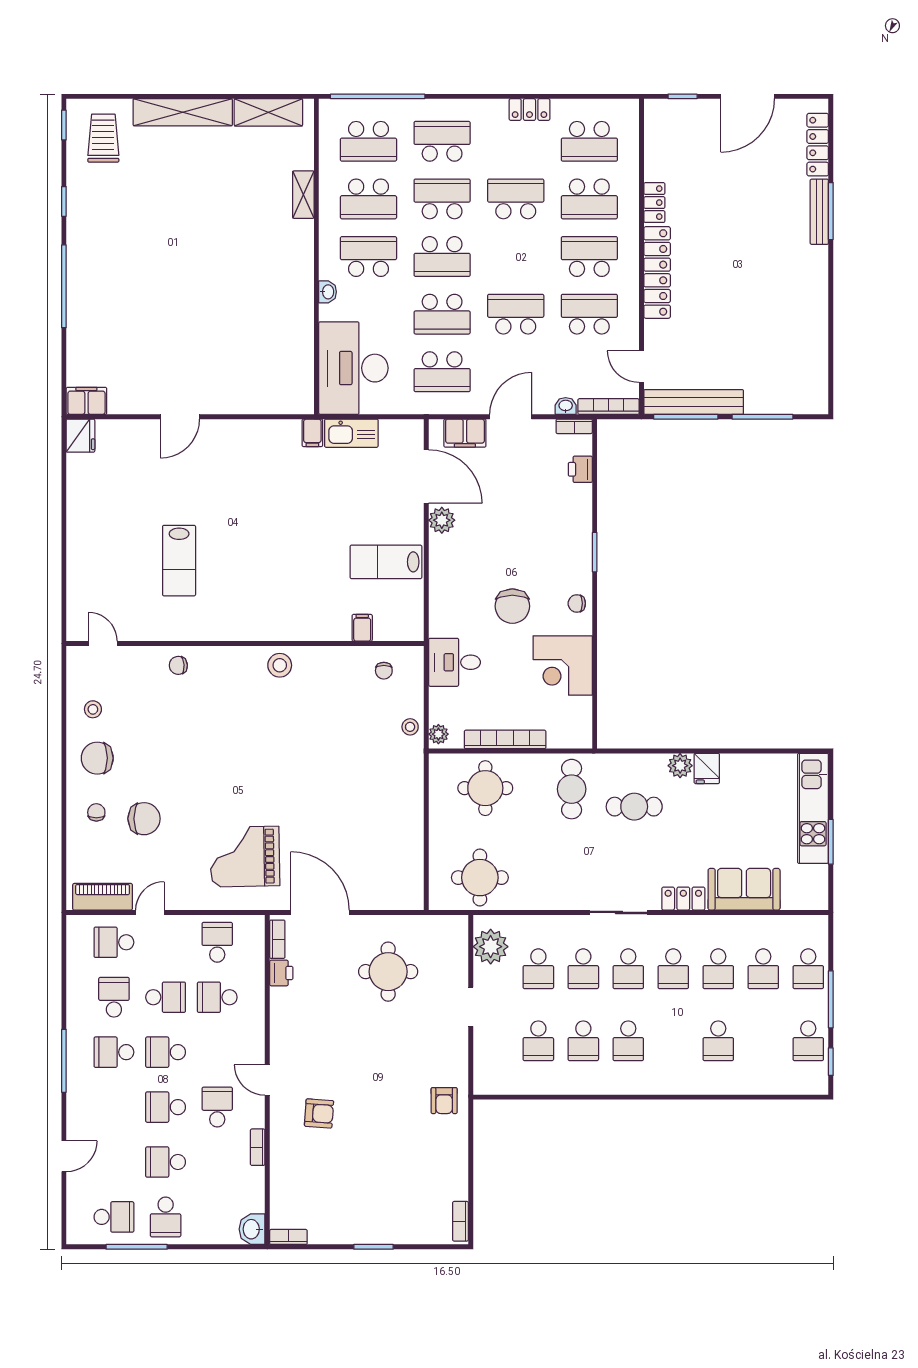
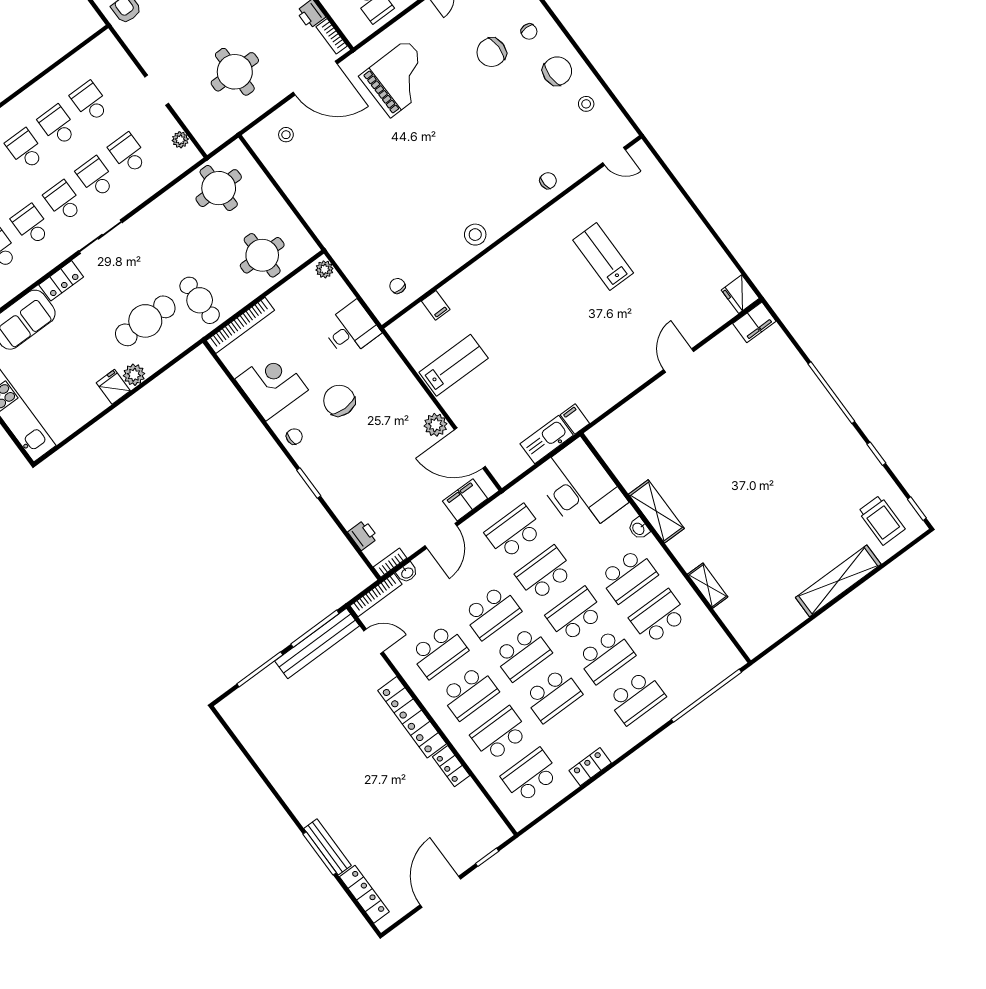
shelving: (268, 112) -> (656, 511), moved, turned 90
school desk: (368, 141) -> (522, 654), moved, turned 180
stool: (410, 727) -> (286, 135), moved
bookcase: (505, 739) -> (240, 325), moved
cafe table: (634, 807) -> (145, 321), width x1.37, depth x1.35
plant: (491, 947) -> (180, 140), width x0.53, depth x0.53

